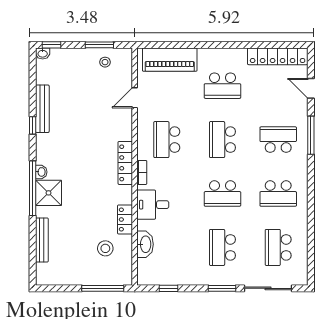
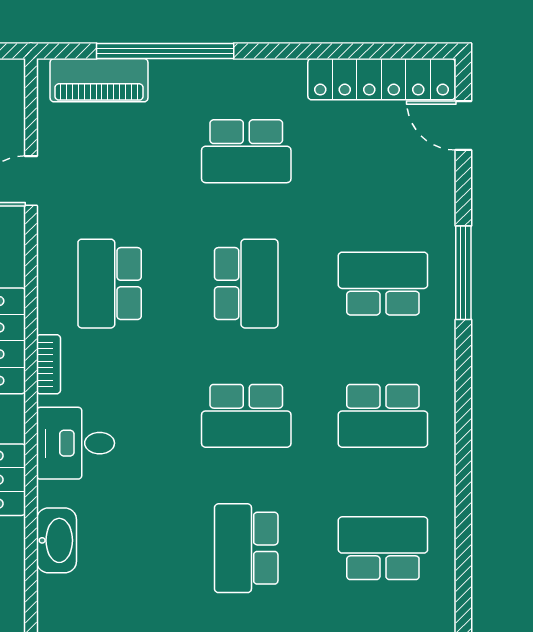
window: (189, 45) -> (165, 51), added
piano: (170, 60) -> (99, 80), width x0.73, depth x0.75
door: (311, 88) -> (463, 126), moved
school desk: (222, 140) -> (246, 284), turned 180
school desk: (278, 247) -> (383, 548), turned 90

